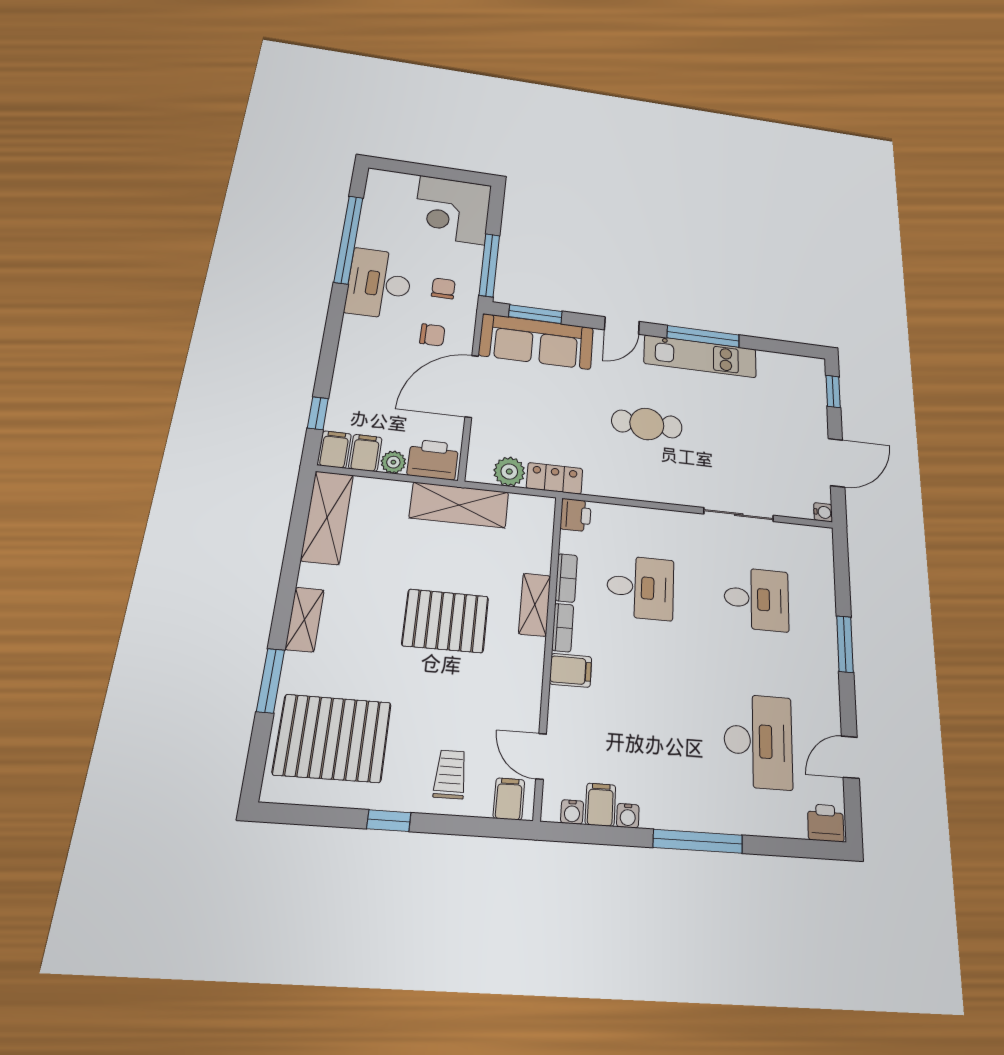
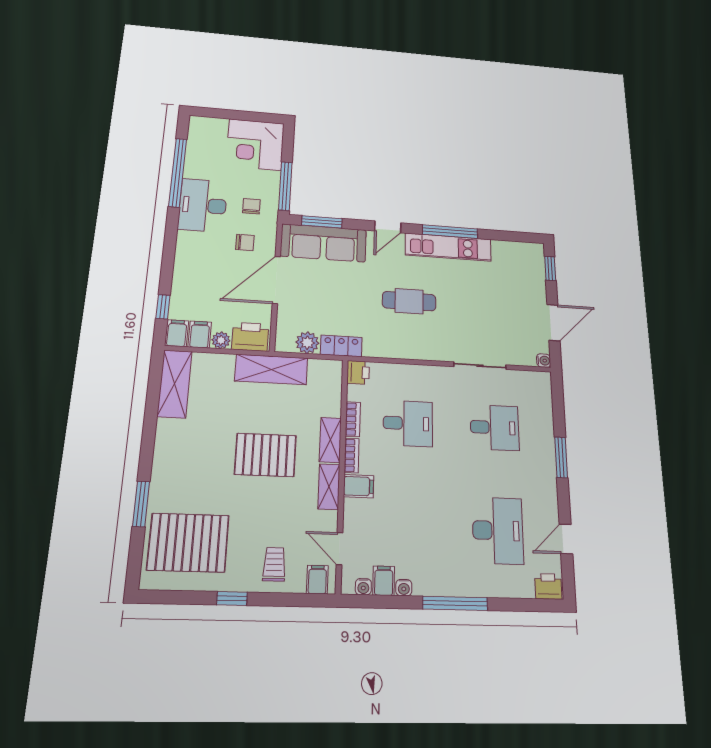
shelving: (305, 619) -> (329, 487), moved

